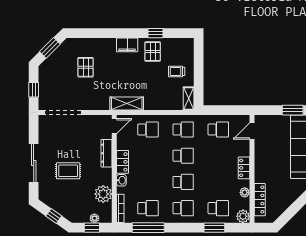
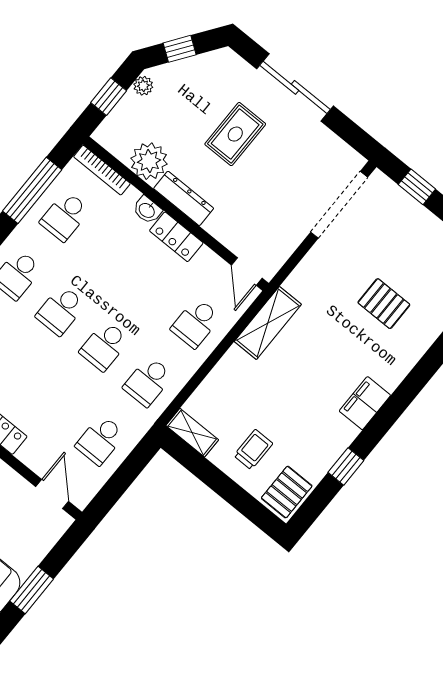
pallet: (153, 52) -> (287, 492), moved, turned 90
dresser: (107, 153) -> (184, 198), moved
plant: (94, 218) -> (143, 86), moved

